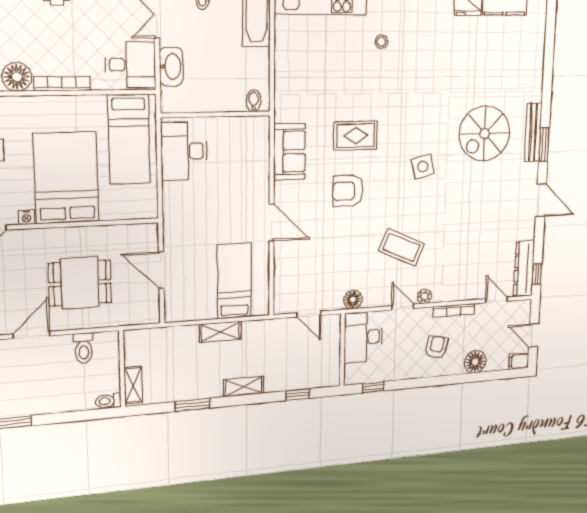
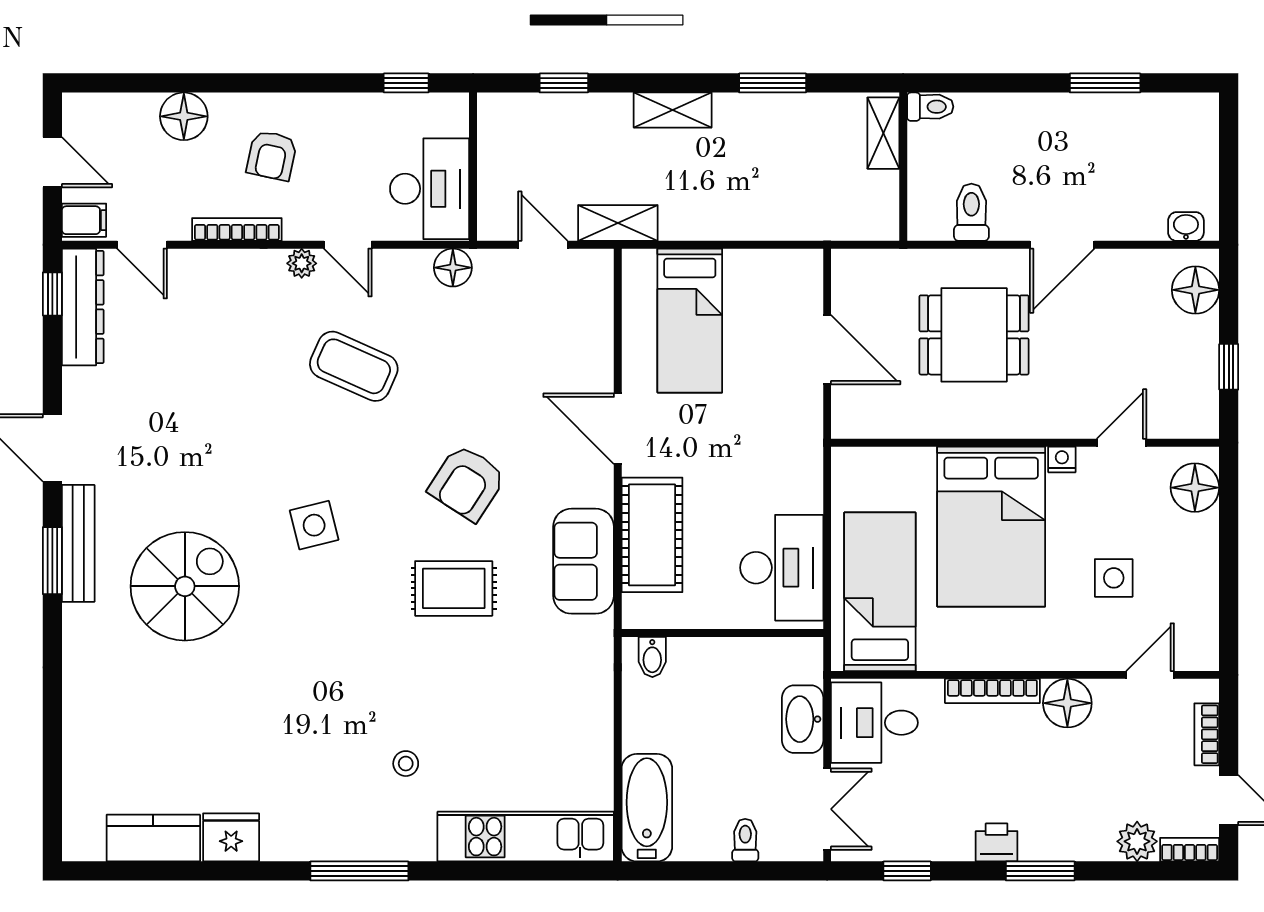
bench: (533, 133) -> (78, 543), moved
cot: (254, 167) -> (652, 535), added
armchair: (348, 191) -> (467, 483), turned 123
shelving: (220, 332) -> (618, 223), moved
filing cabinet: (519, 361) -> (84, 220), moved

